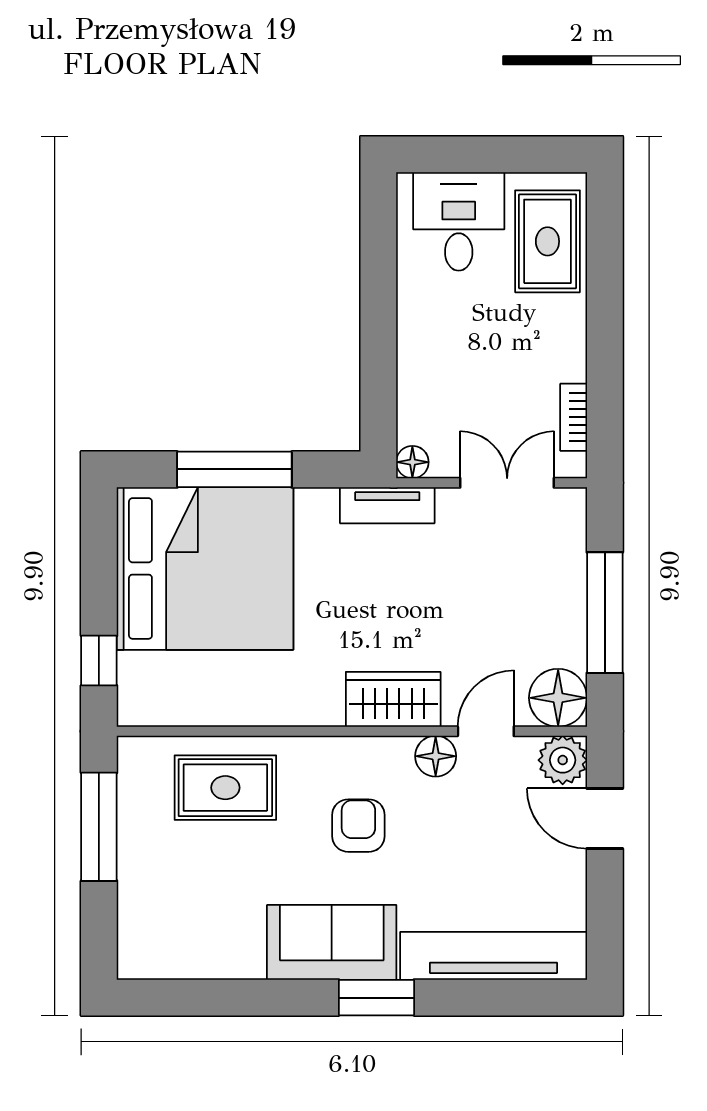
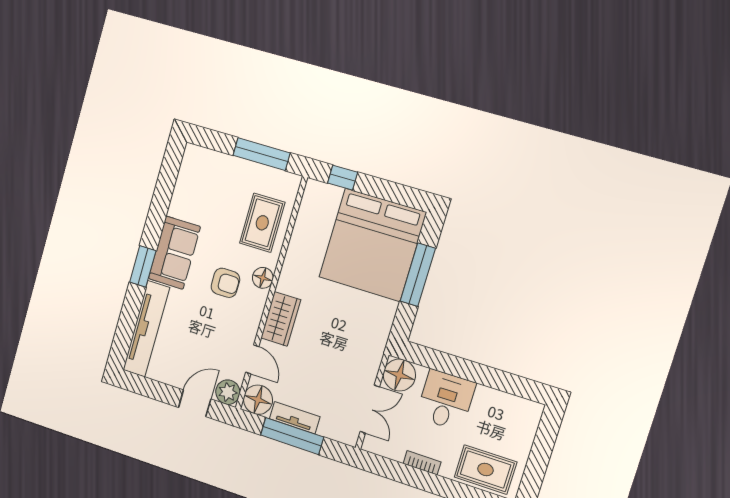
desk: (459, 221) -> (446, 400), moved, turned -90
bookcase: (574, 417) -> (422, 463), moved
floor lamp: (412, 462) -> (399, 375), width x1.89, depth x1.89
tv unit: (387, 505) -> (295, 418), moved, turned 90
floor lamp: (436, 756) -> (263, 278), moved

